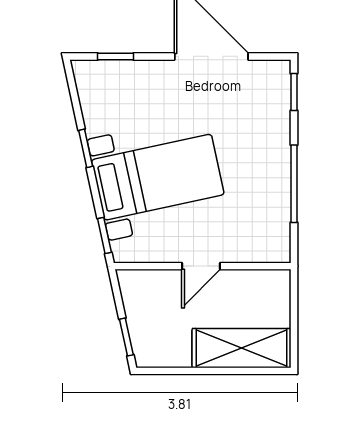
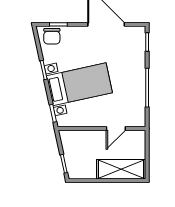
chair: (102, 80) -> (52, 36), added
door: (201, 266) -> (116, 129), moved

